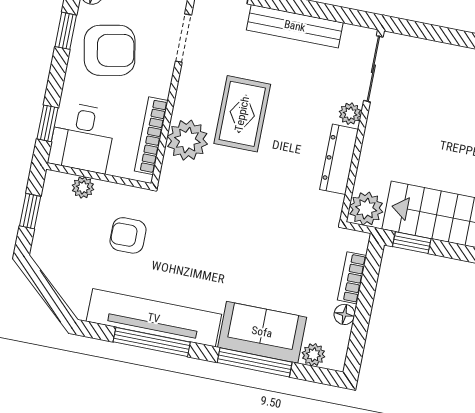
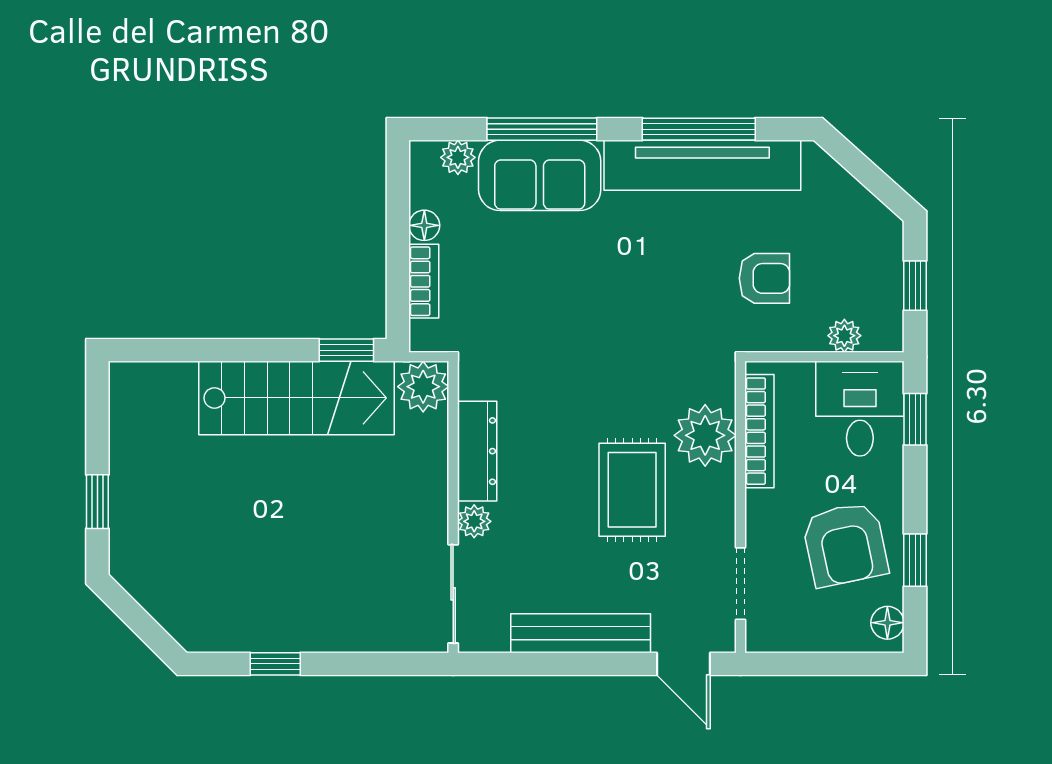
armchair: (110, 50) -> (845, 544), turned -91

